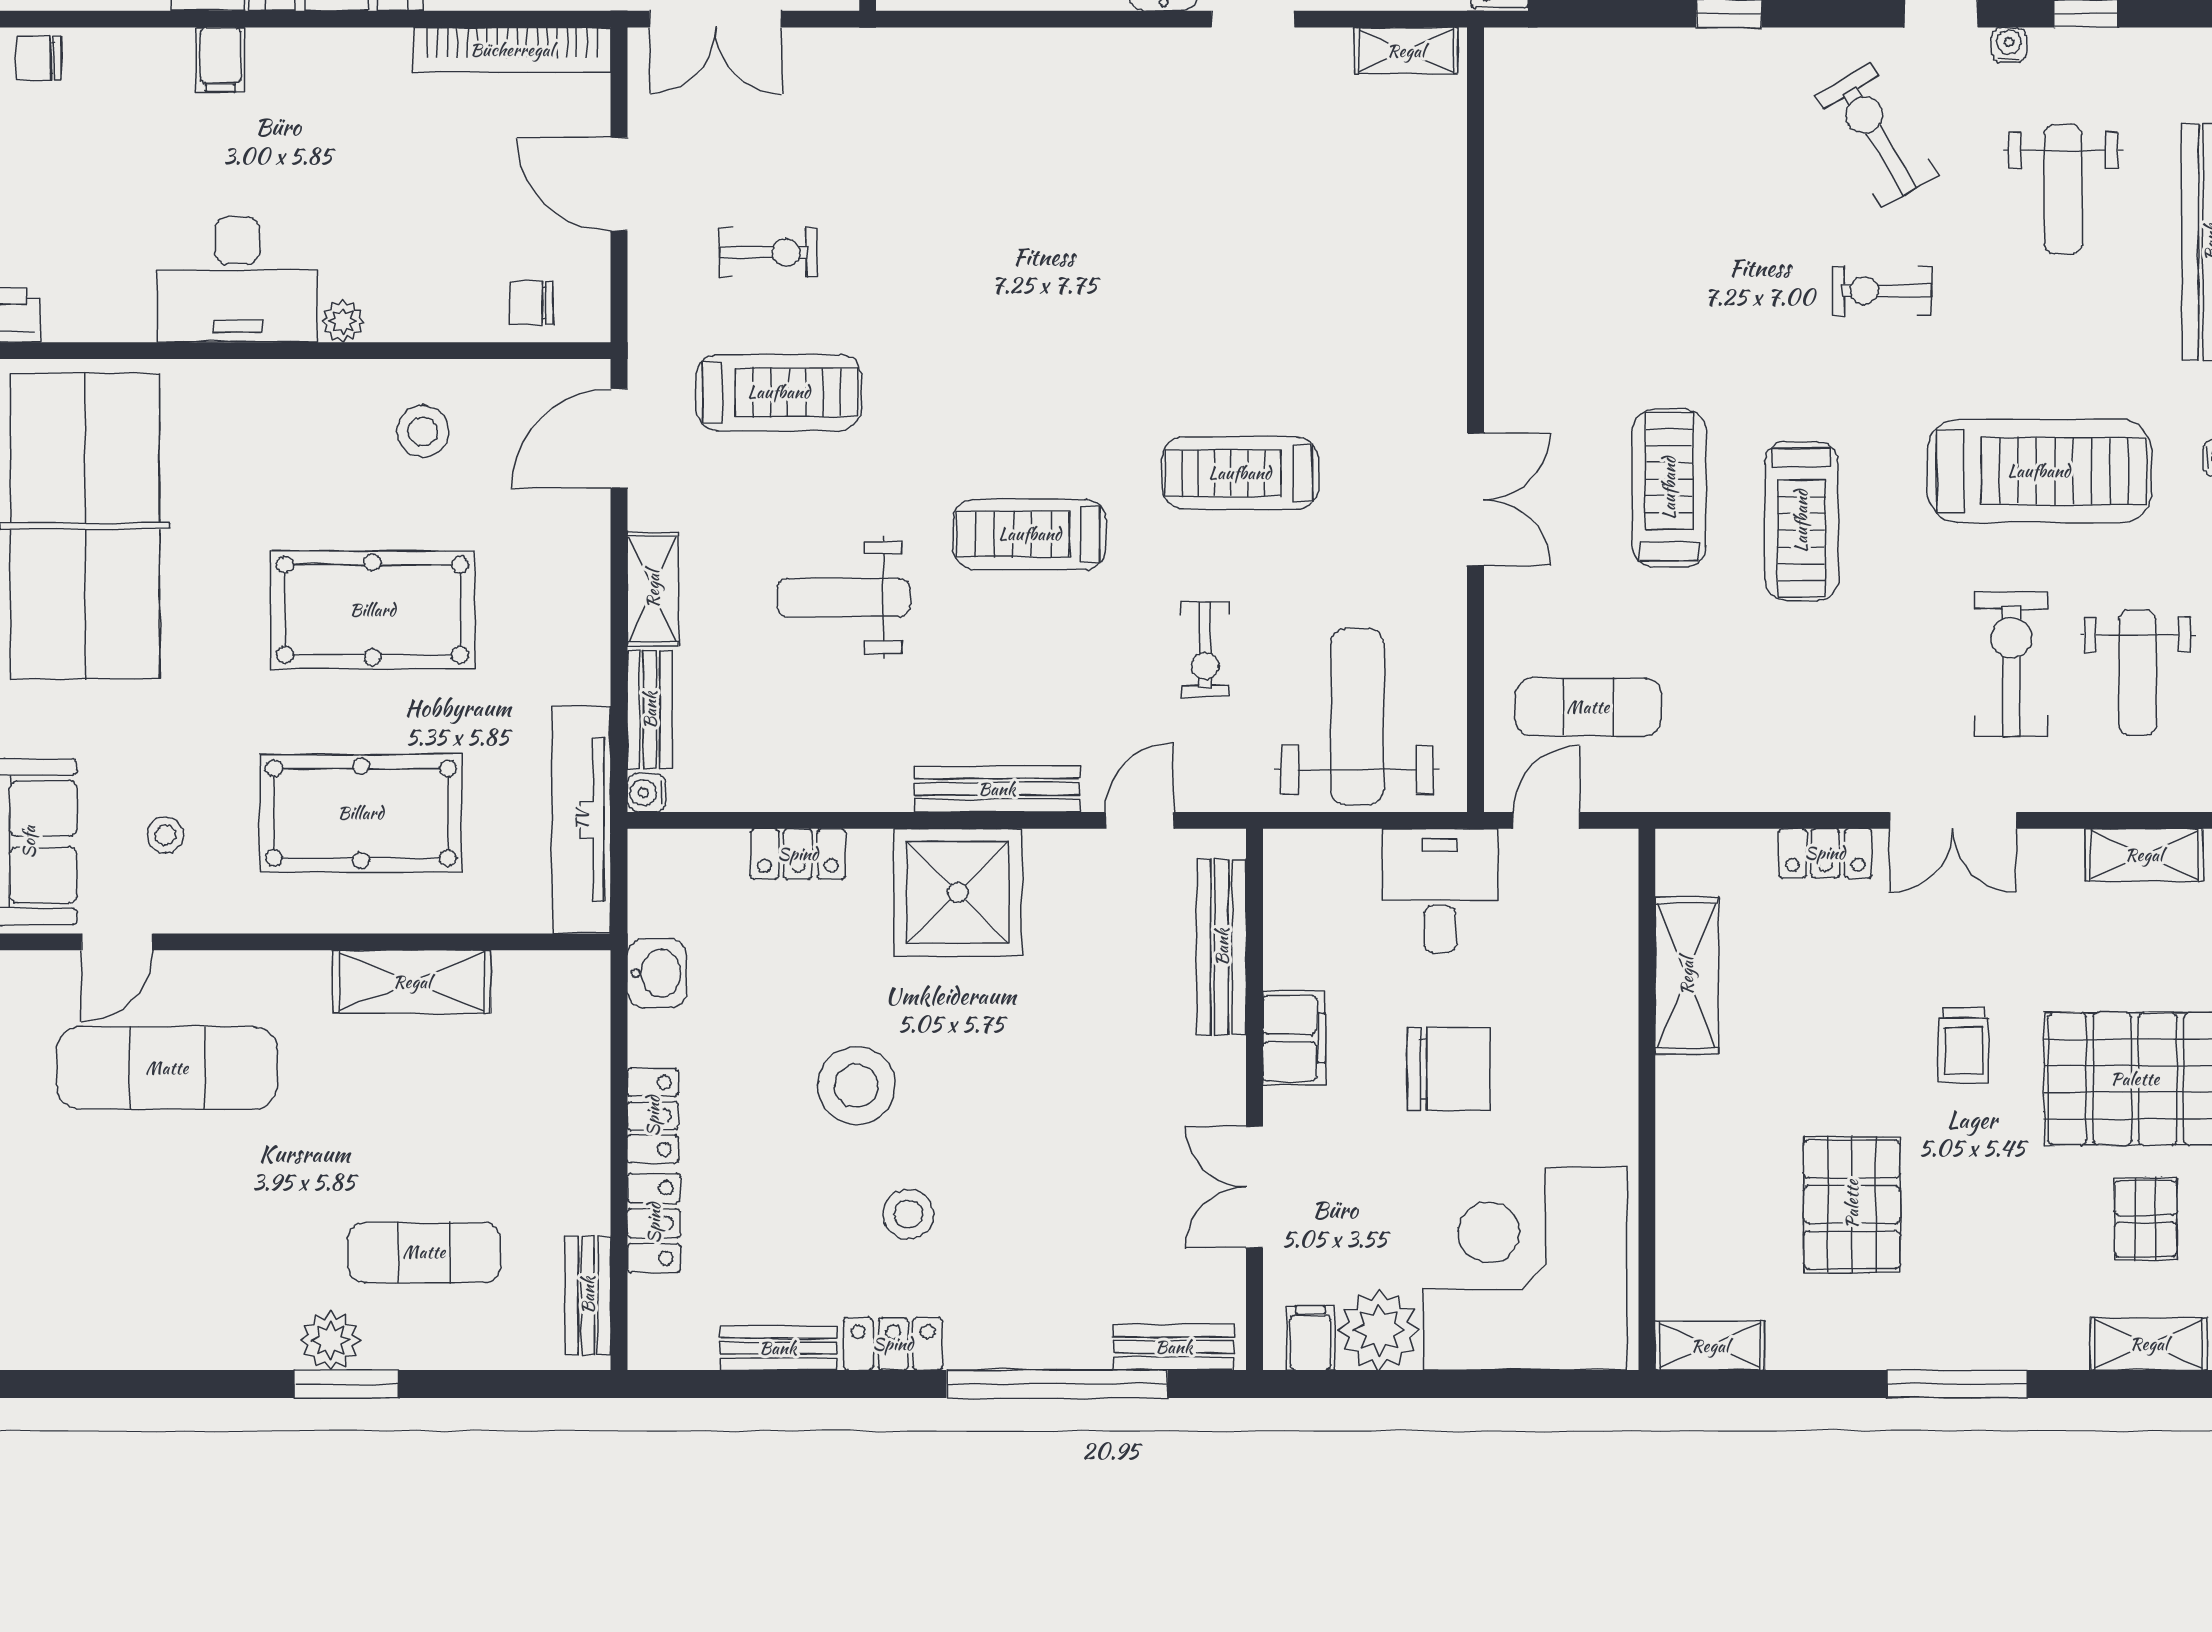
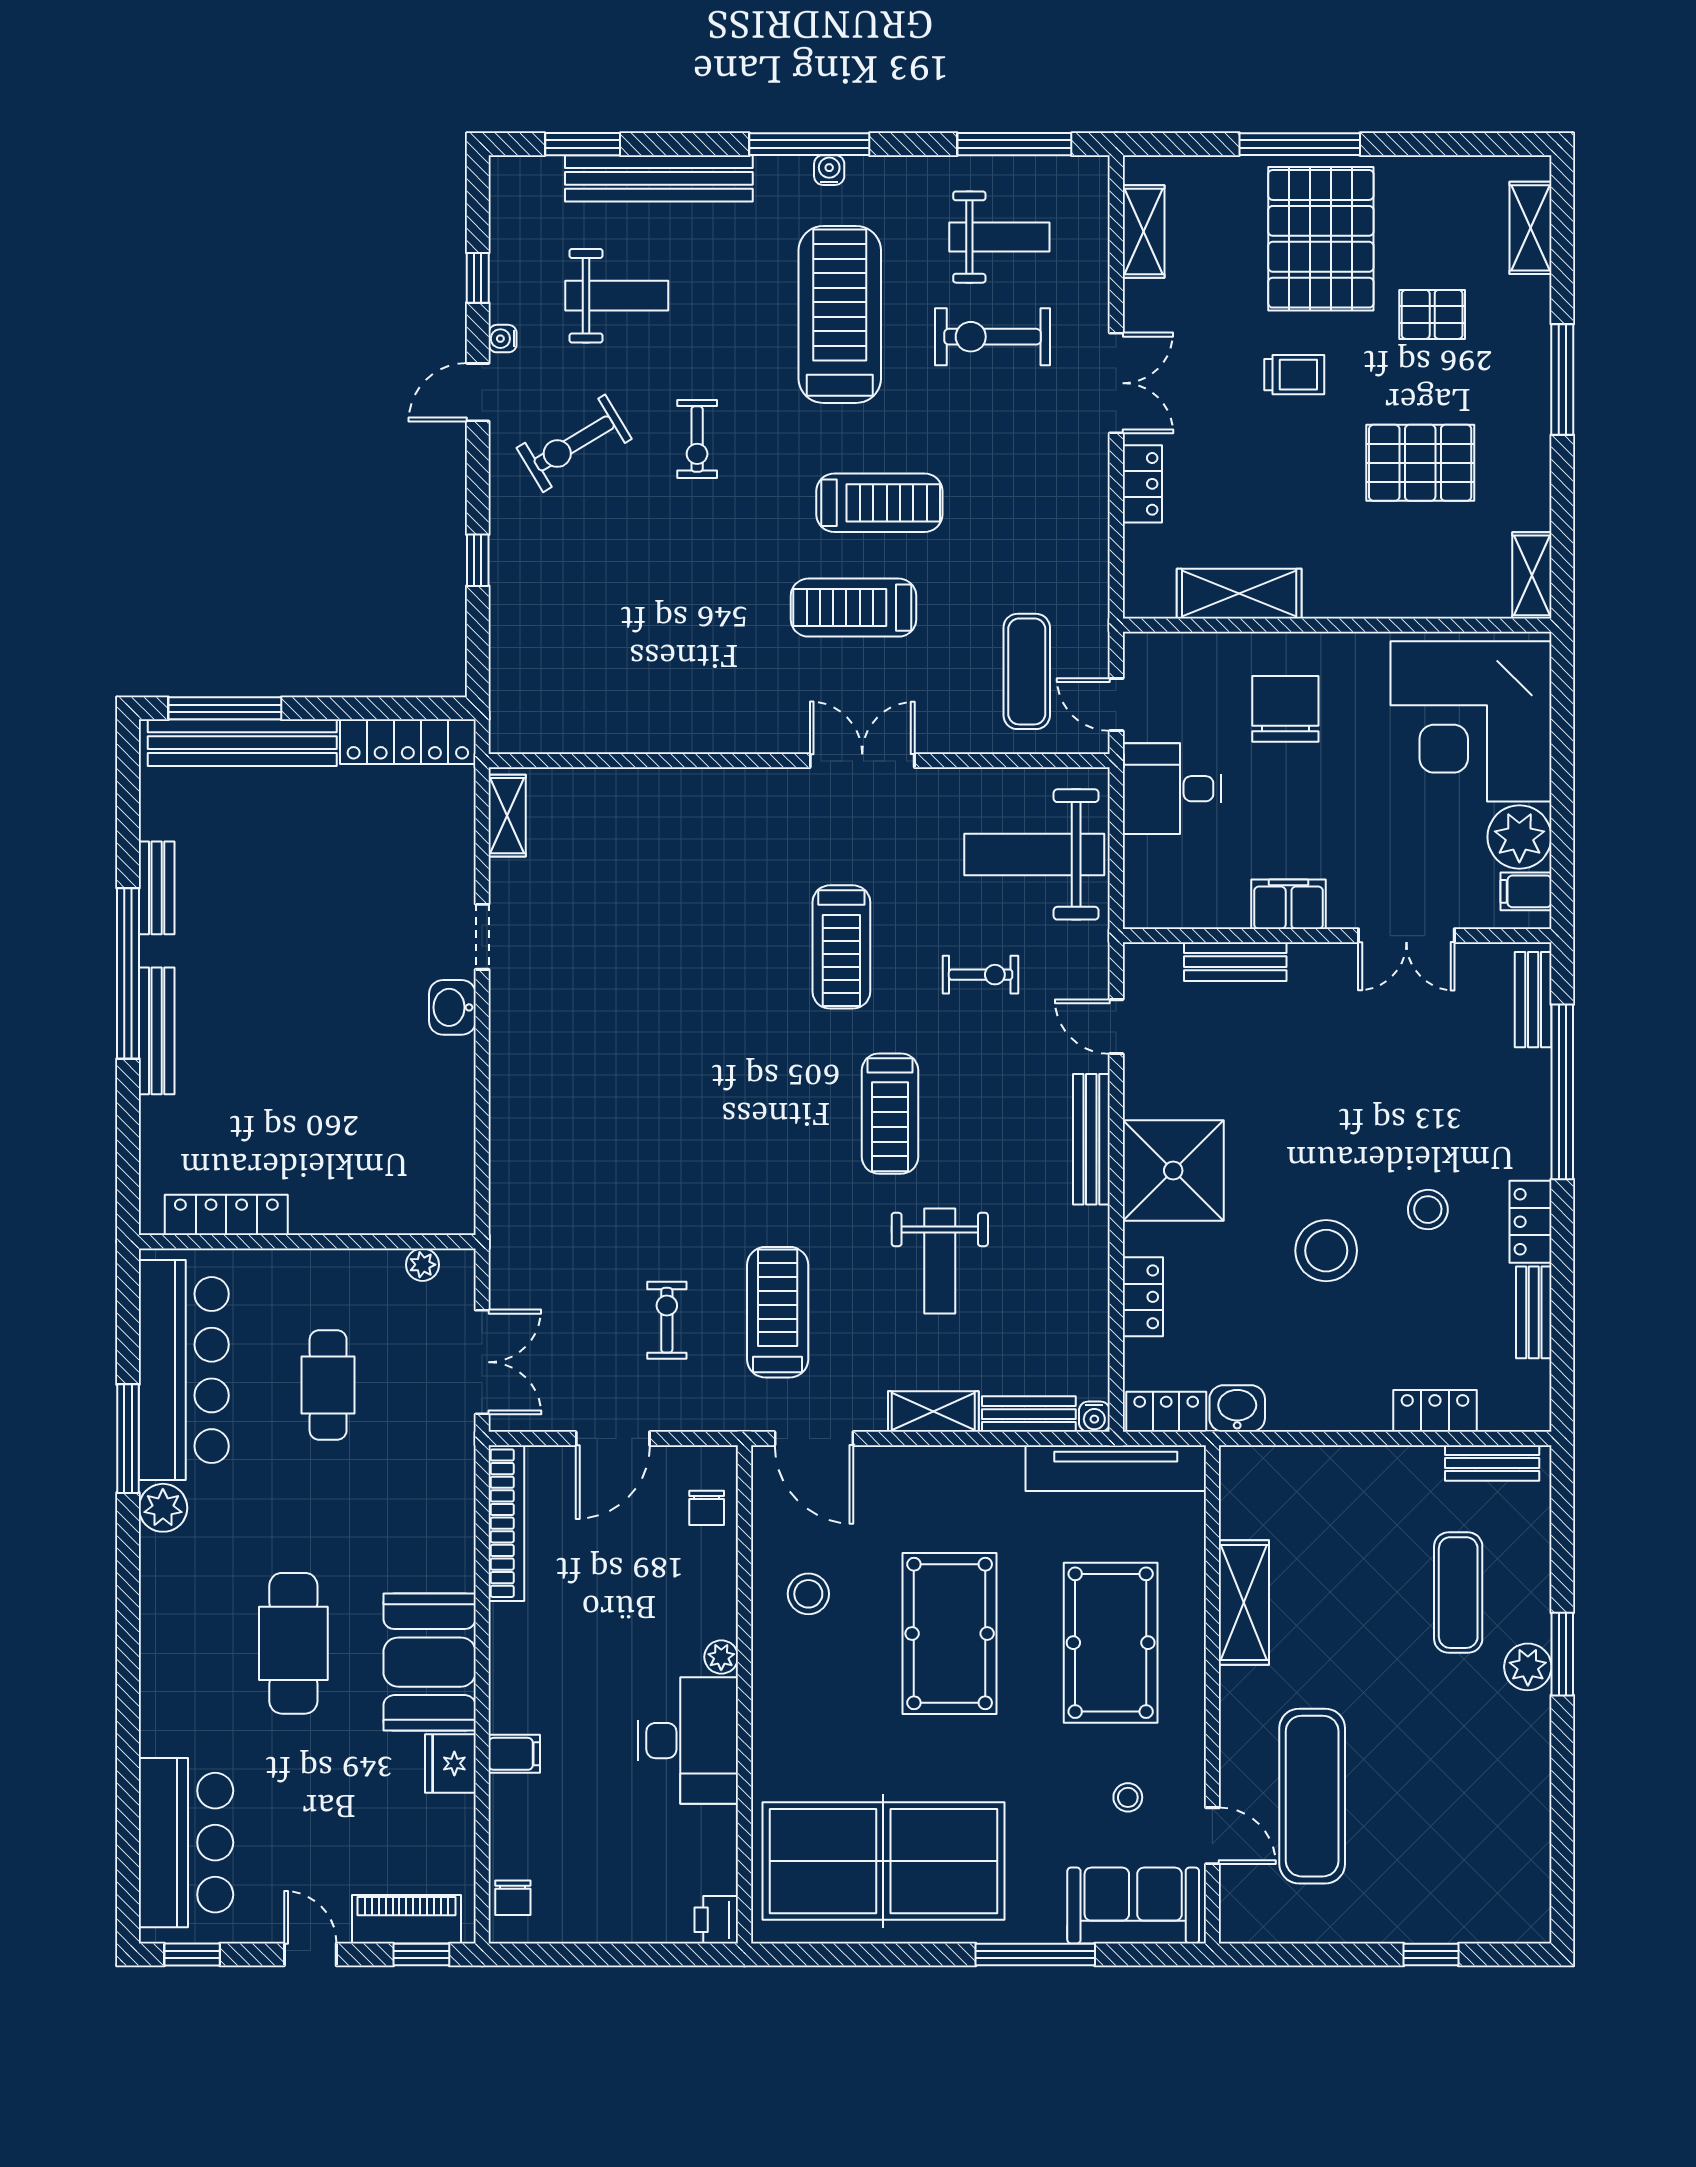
bench: (1222, 947) -> (1235, 962), width x0.73
chair: (1449, 1069) -> (1285, 709), moved
locker: (653, 1116) -> (1166, 1412), moved
pallet: (2146, 1219) -> (1432, 314), moved

